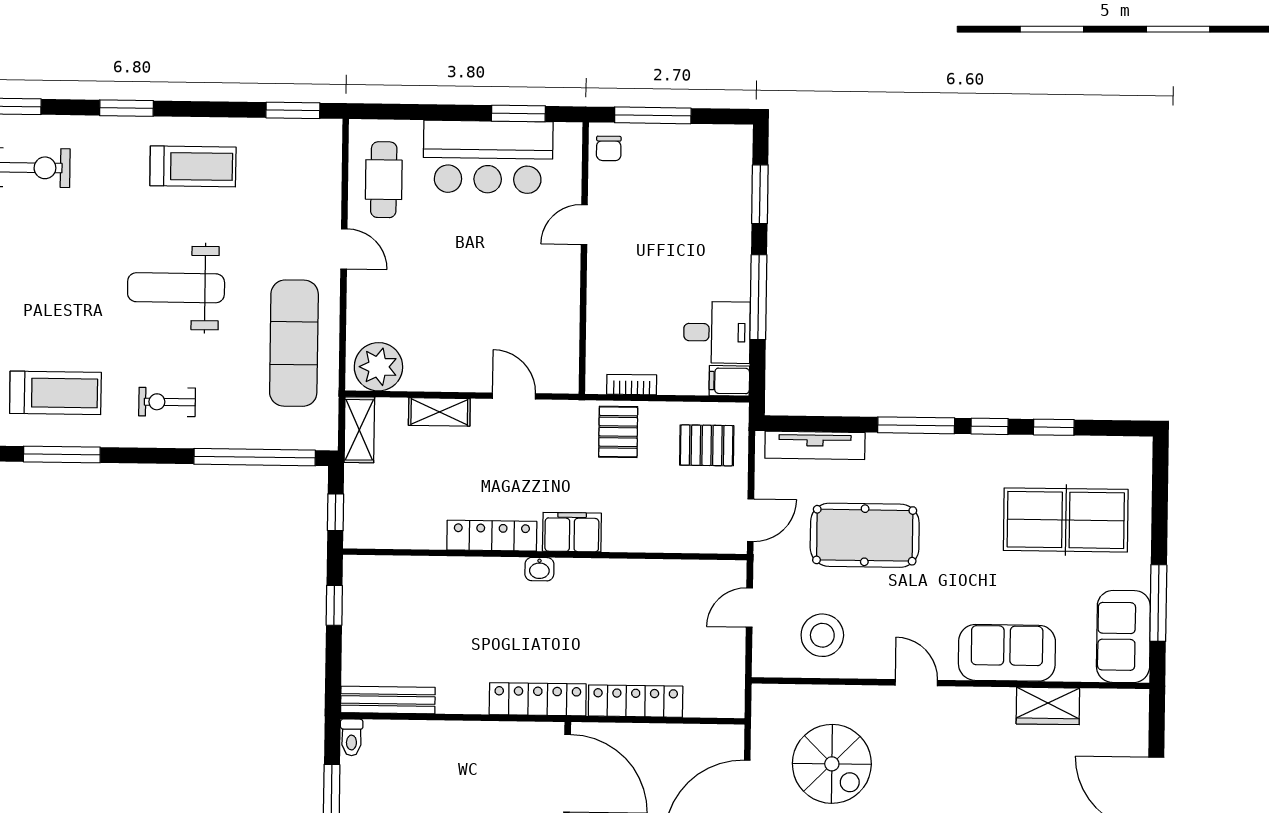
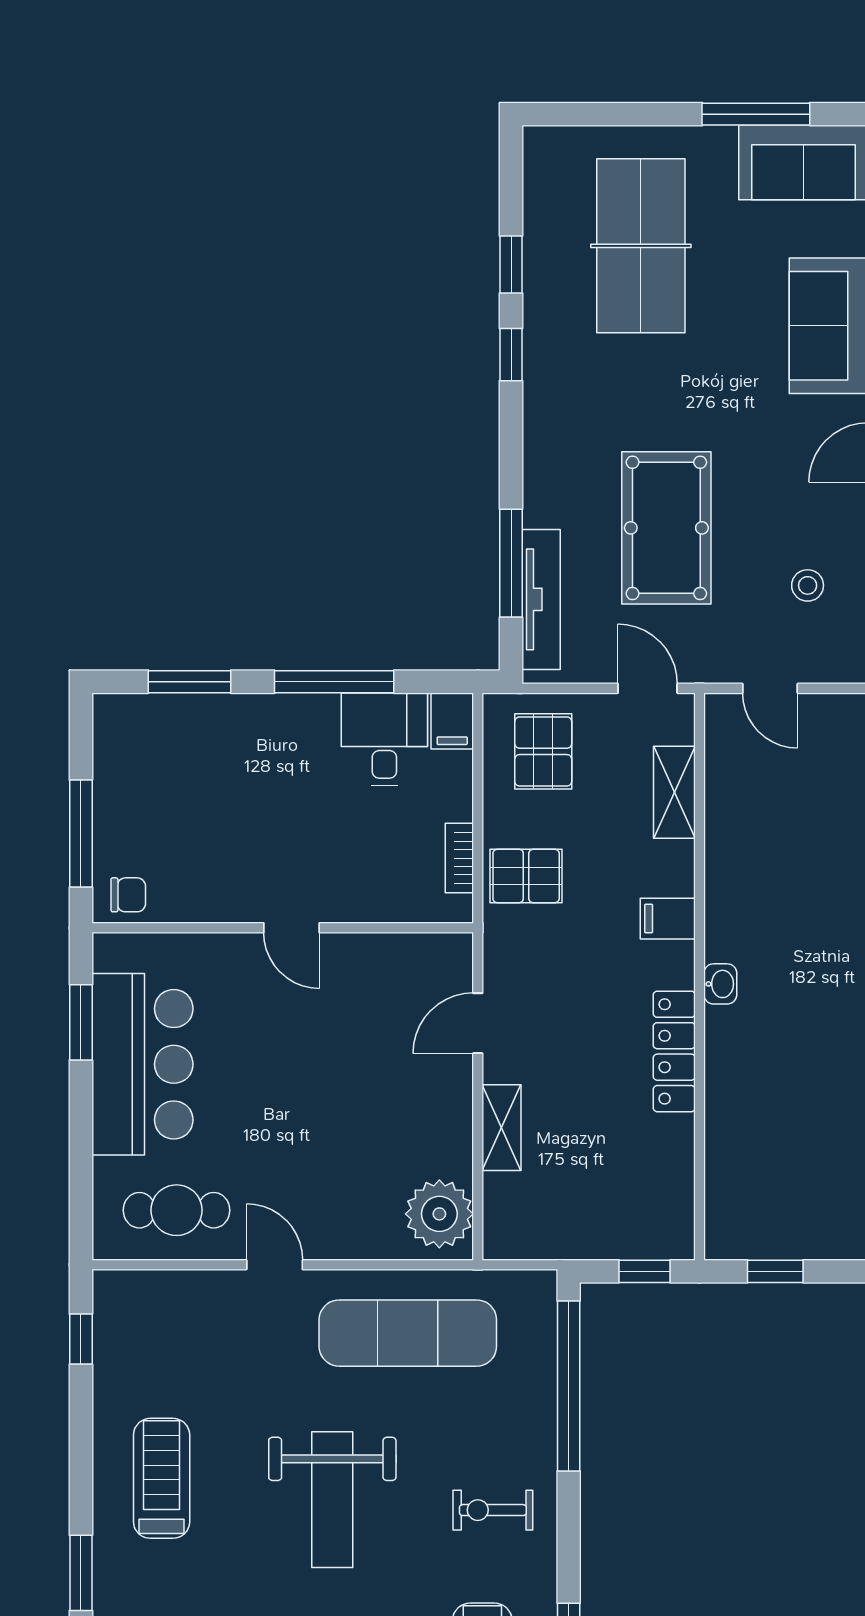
window: (293, 110) -> (81, 1339), width x0.67
door: (584, 225) -> (291, 928), moved
door: (344, 249) -> (275, 1265), hinge flipped
exercise bike: (167, 402) -> (493, 1510), turned 90
window: (916, 425) -> (511, 563), moved
shelving: (359, 430) -> (674, 792), moved, turned 90
filing cabinet: (572, 532) -> (668, 919), width x0.50
stool: (822, 635) -> (808, 585), width x0.53, depth x0.53

